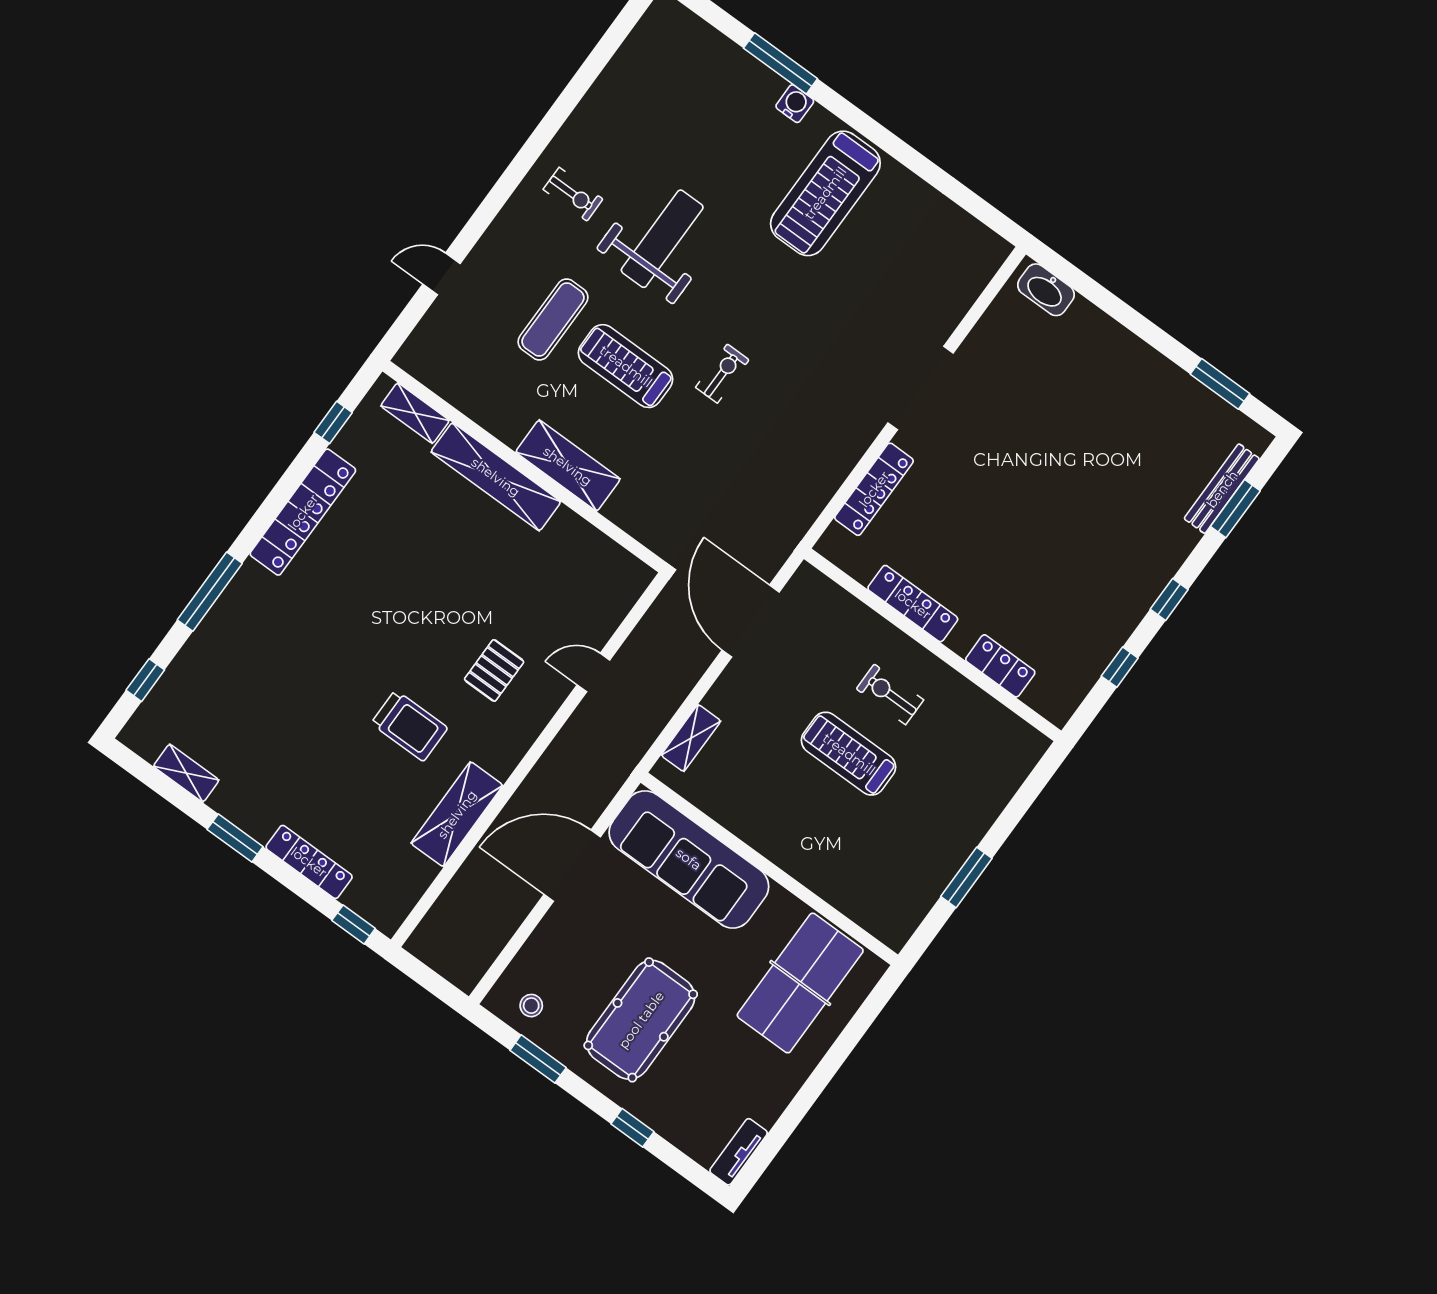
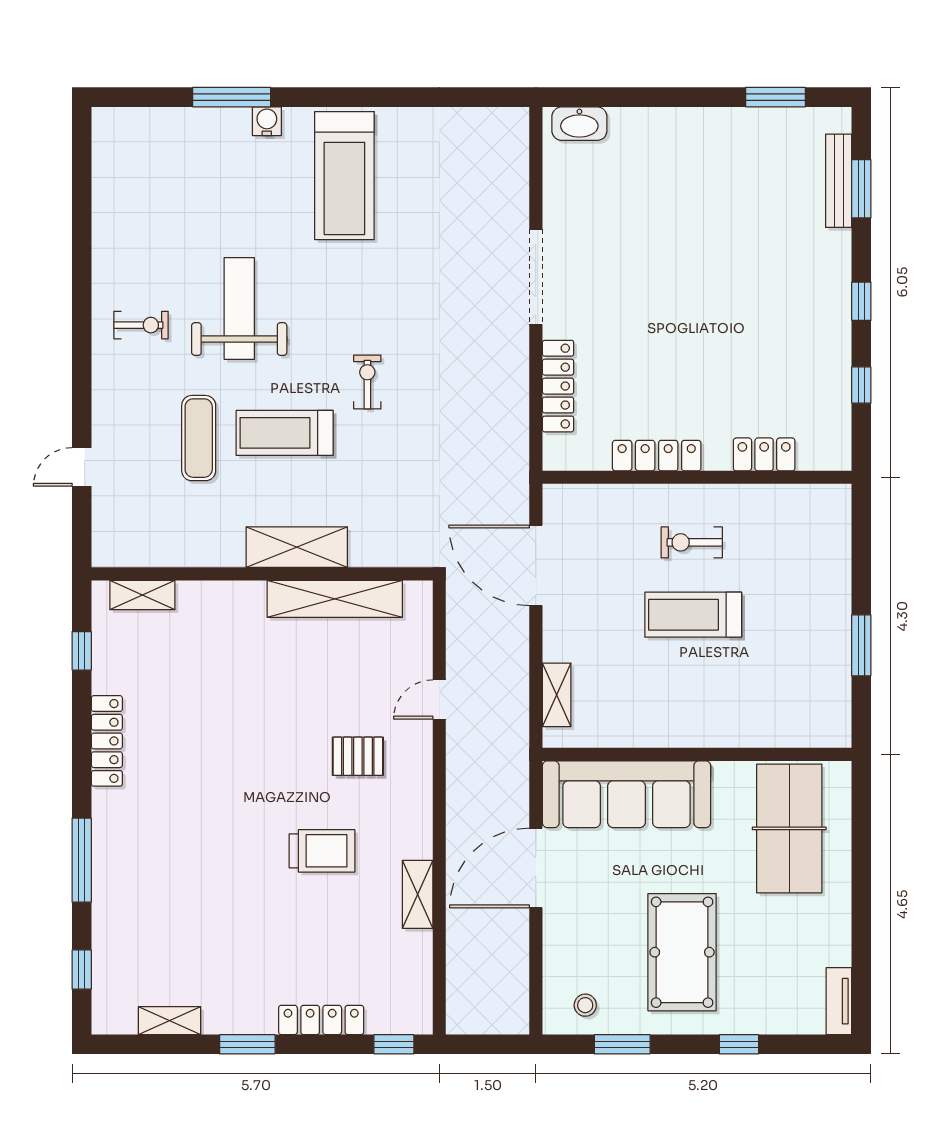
shelving: (496, 477) -> (335, 599), moved
locker: (303, 512) -> (107, 741), width x0.71, depth x0.83
pallet: (494, 670) -> (358, 756), turned 90
shelving: (457, 814) -> (418, 894), width x0.67, depth x0.75

